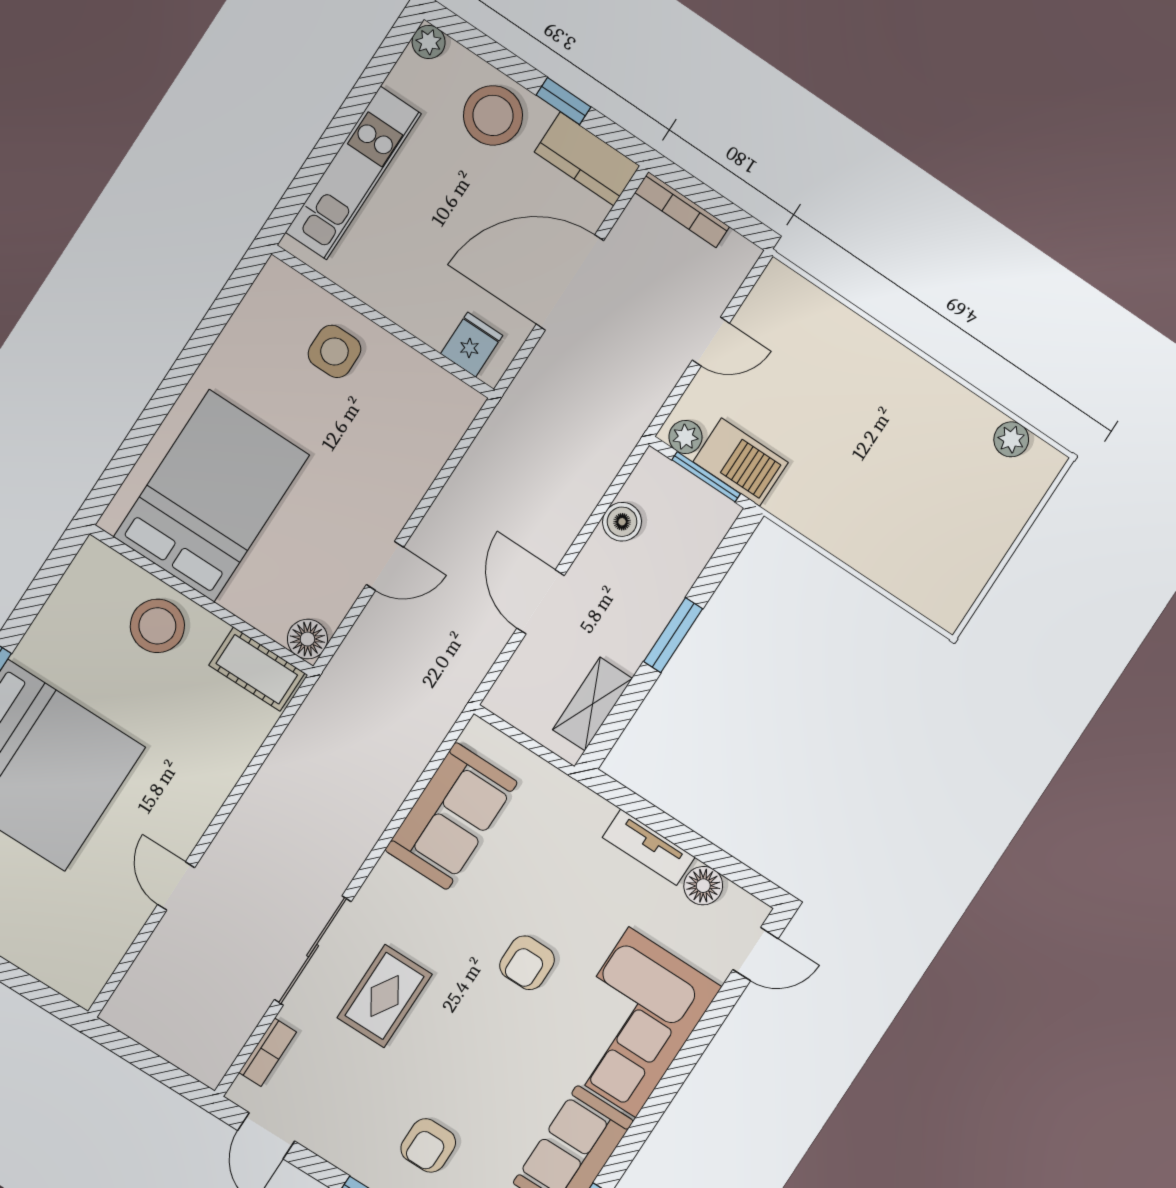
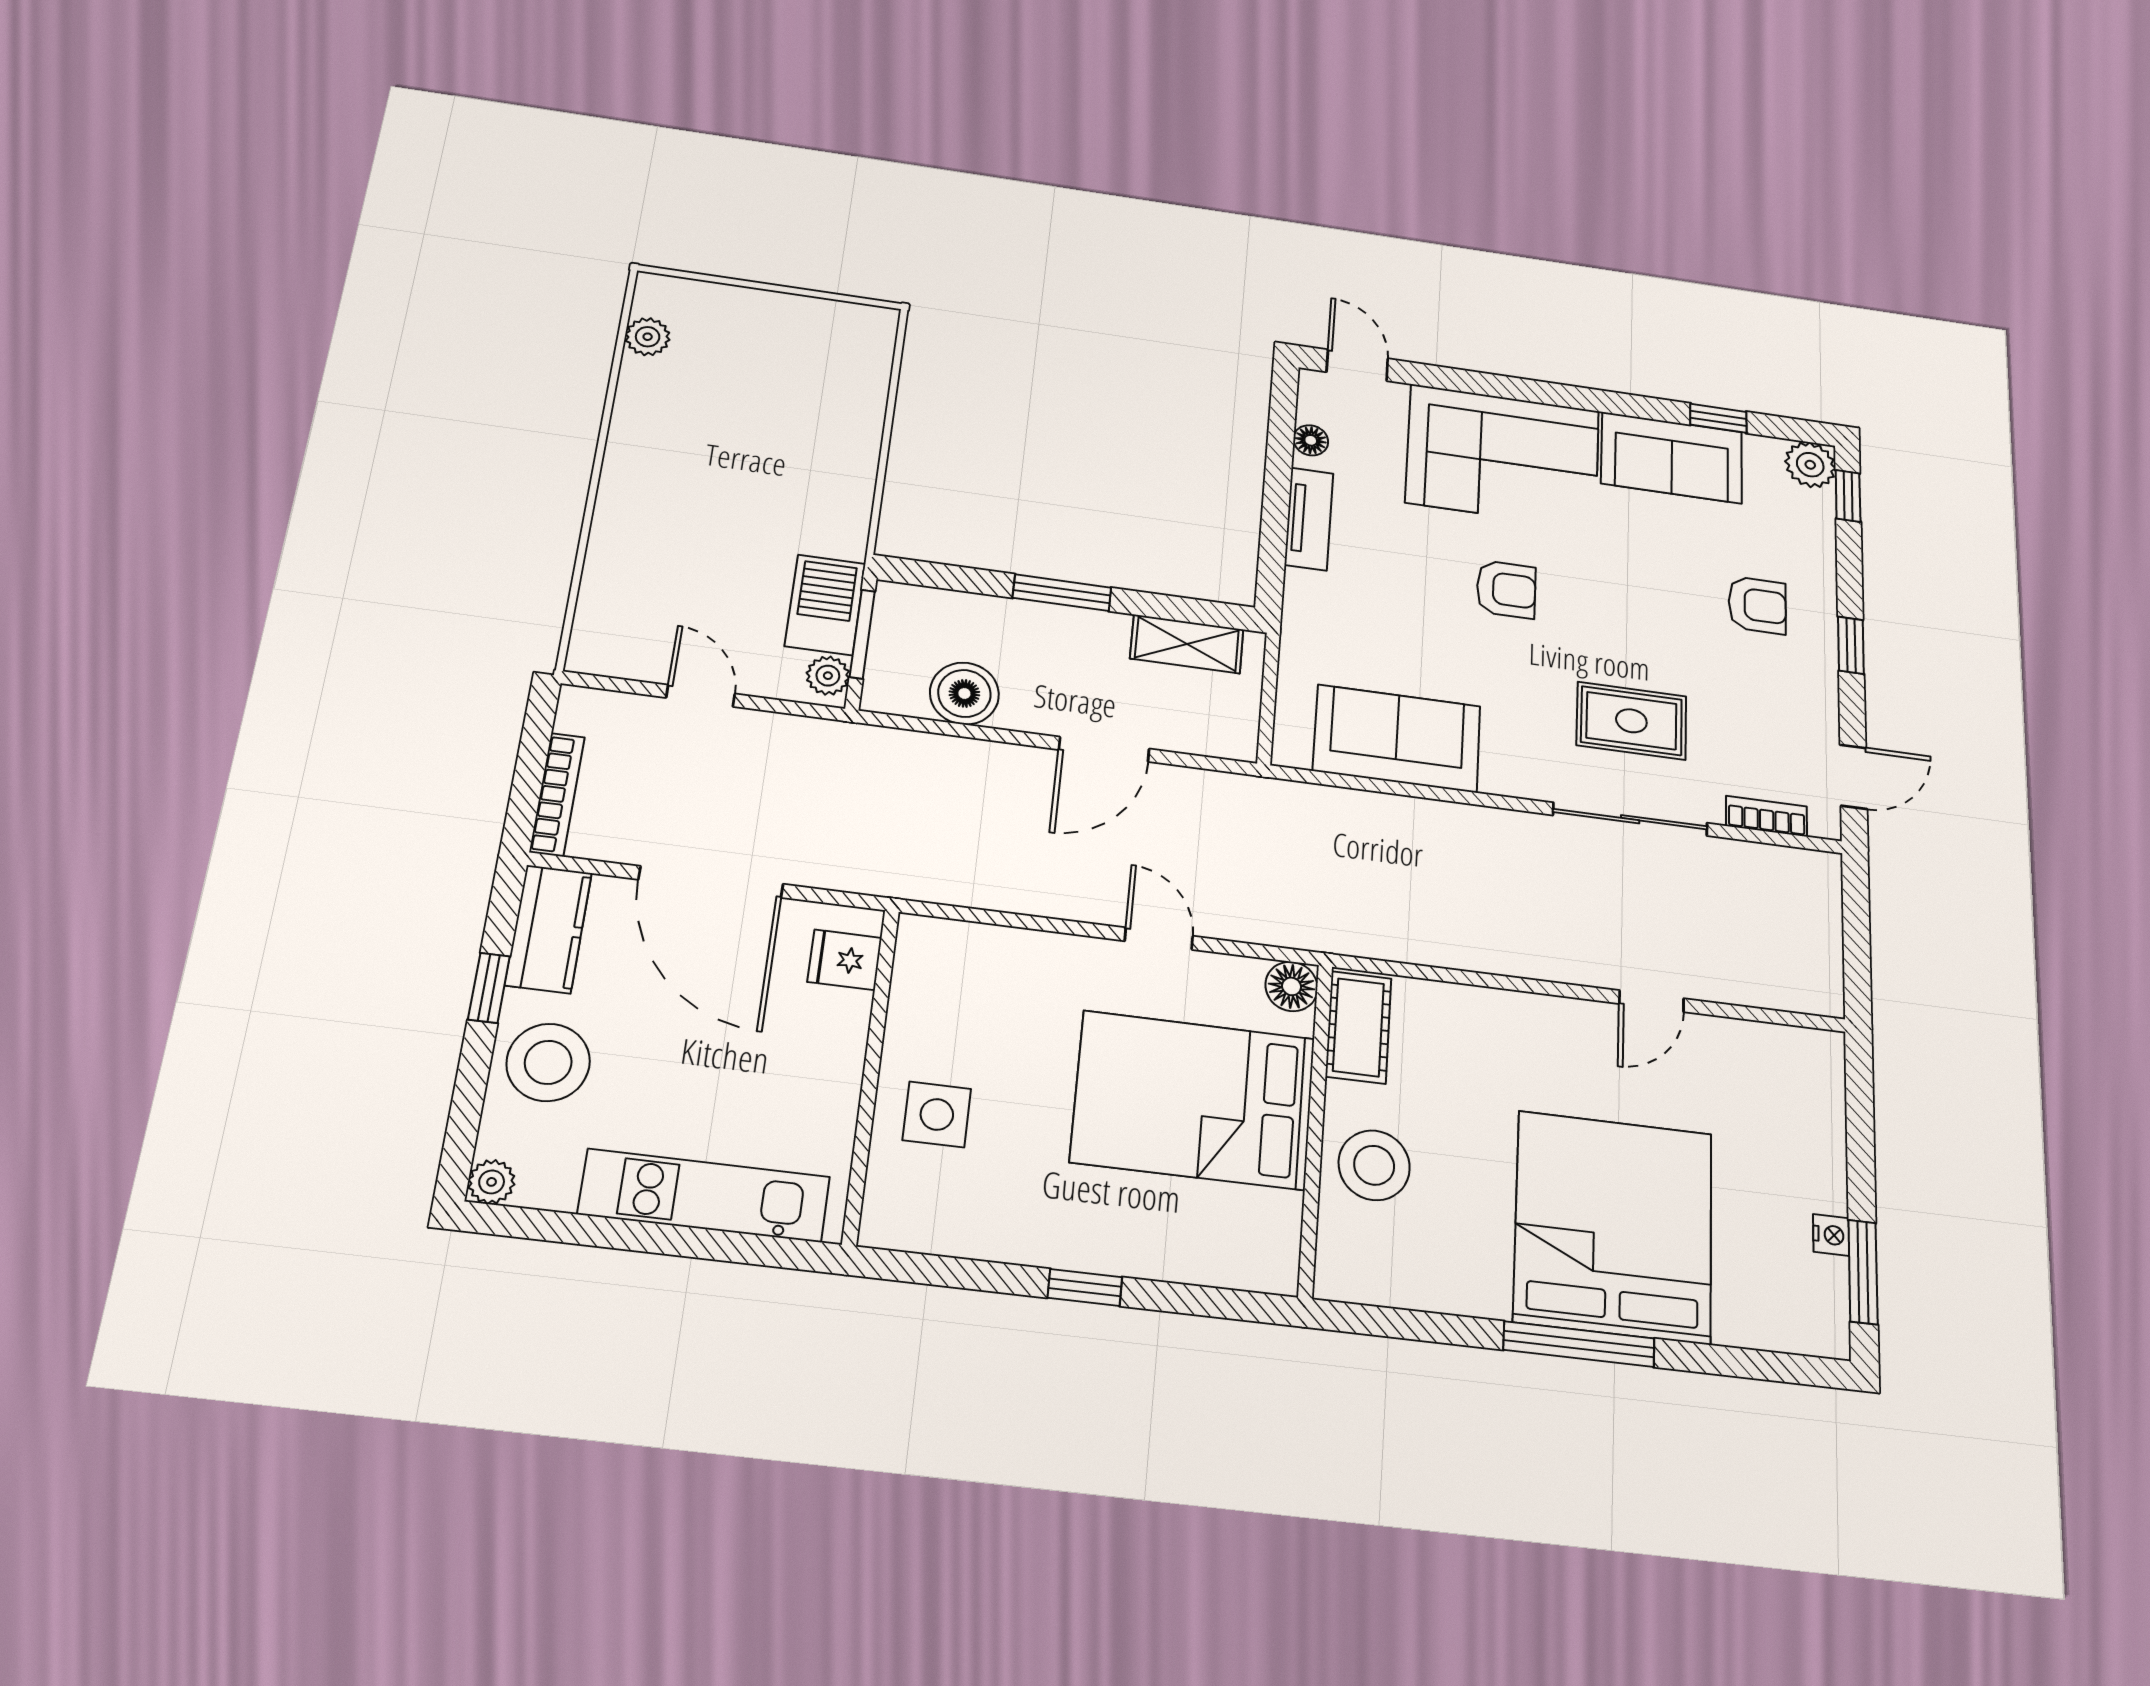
window: (171, 388) -> (1085, 1287), added
bed: (212, 496) -> (1194, 1100), moved
boiler: (622, 522) -> (964, 693), width x1.36, depth x1.36
floor lamp: (703, 886) -> (1311, 440), width x0.73, depth x0.73

